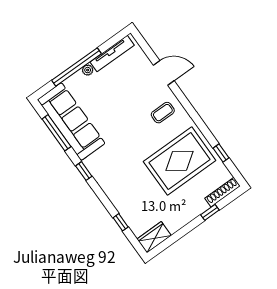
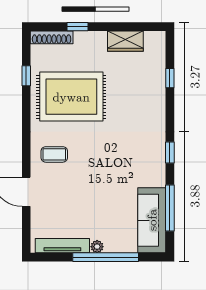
sofa: (71, 122) -> (152, 220), width x0.74, depth x0.79
wardrobe: (154, 237) -> (125, 41), moved

